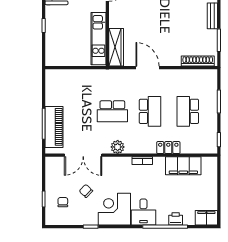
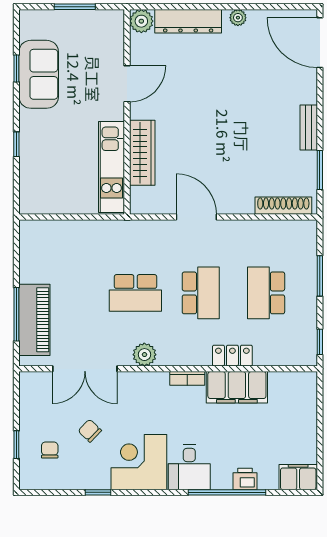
wardrobe: (116, 47) -> (142, 153), moved
filing cabinet: (183, 166) -> (237, 387), moved

